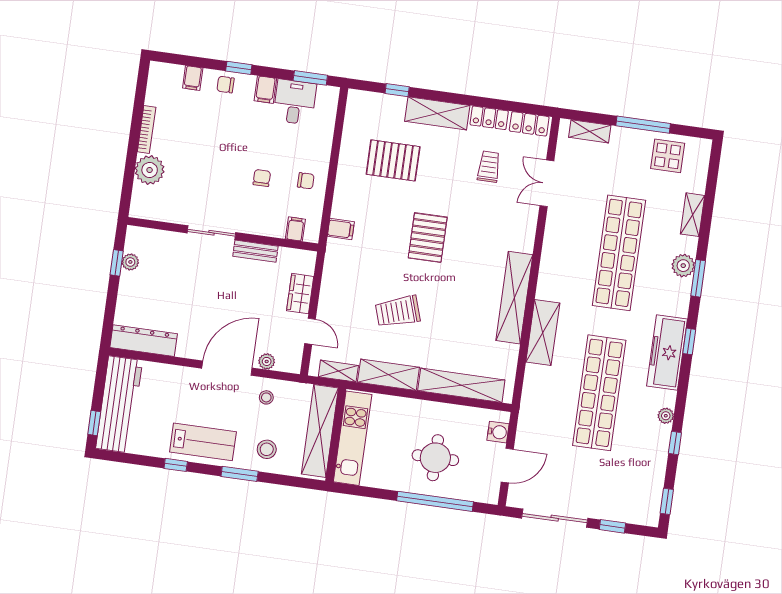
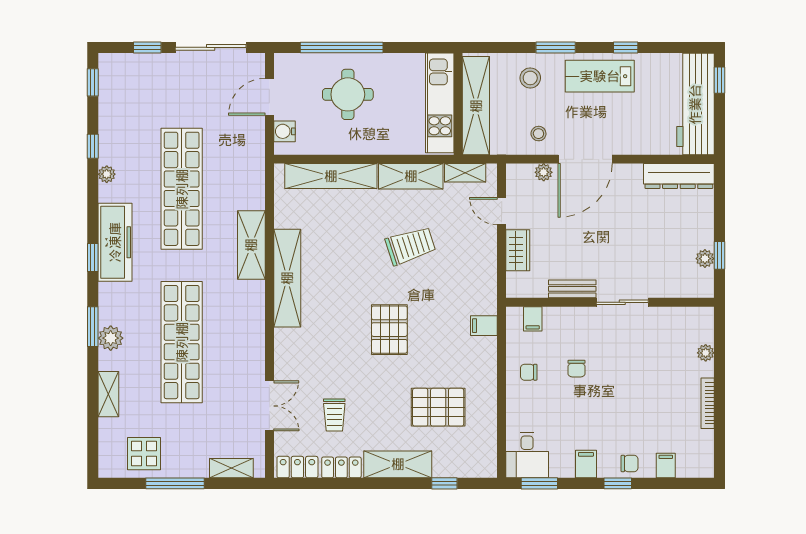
desk: (295, 102) -> (527, 455), moved
plant: (150, 170) -> (706, 353), width x0.53, depth x0.53

